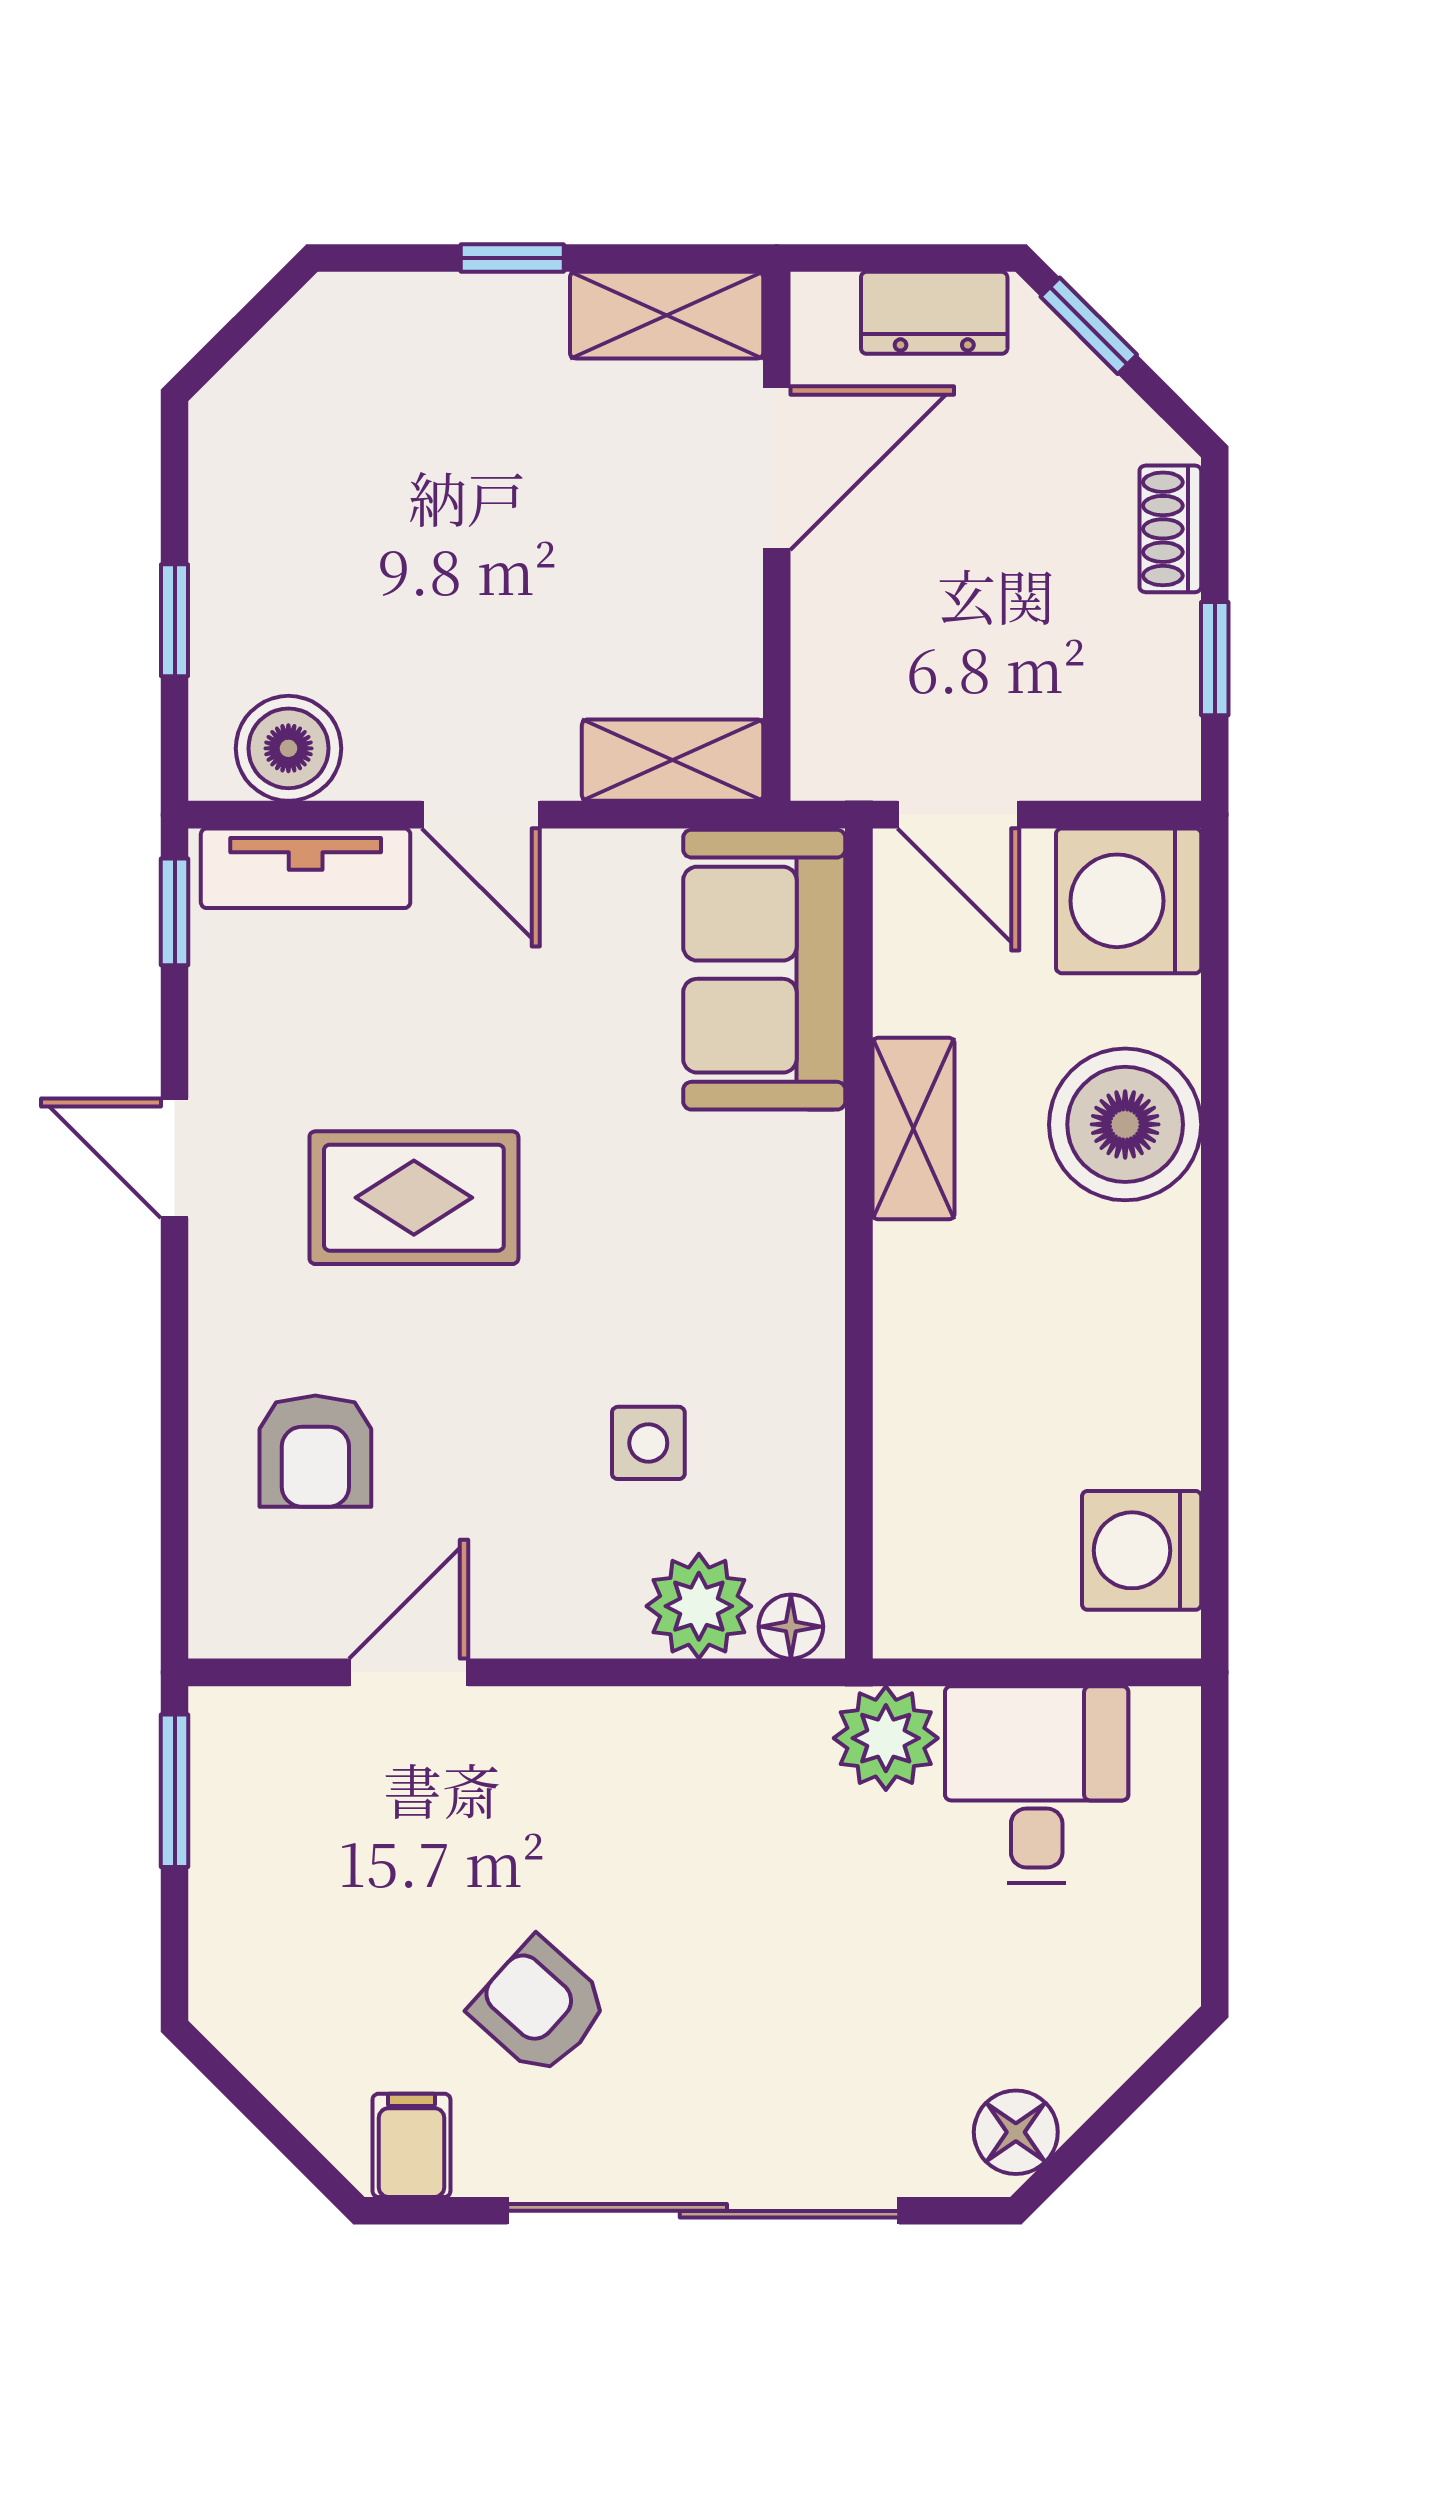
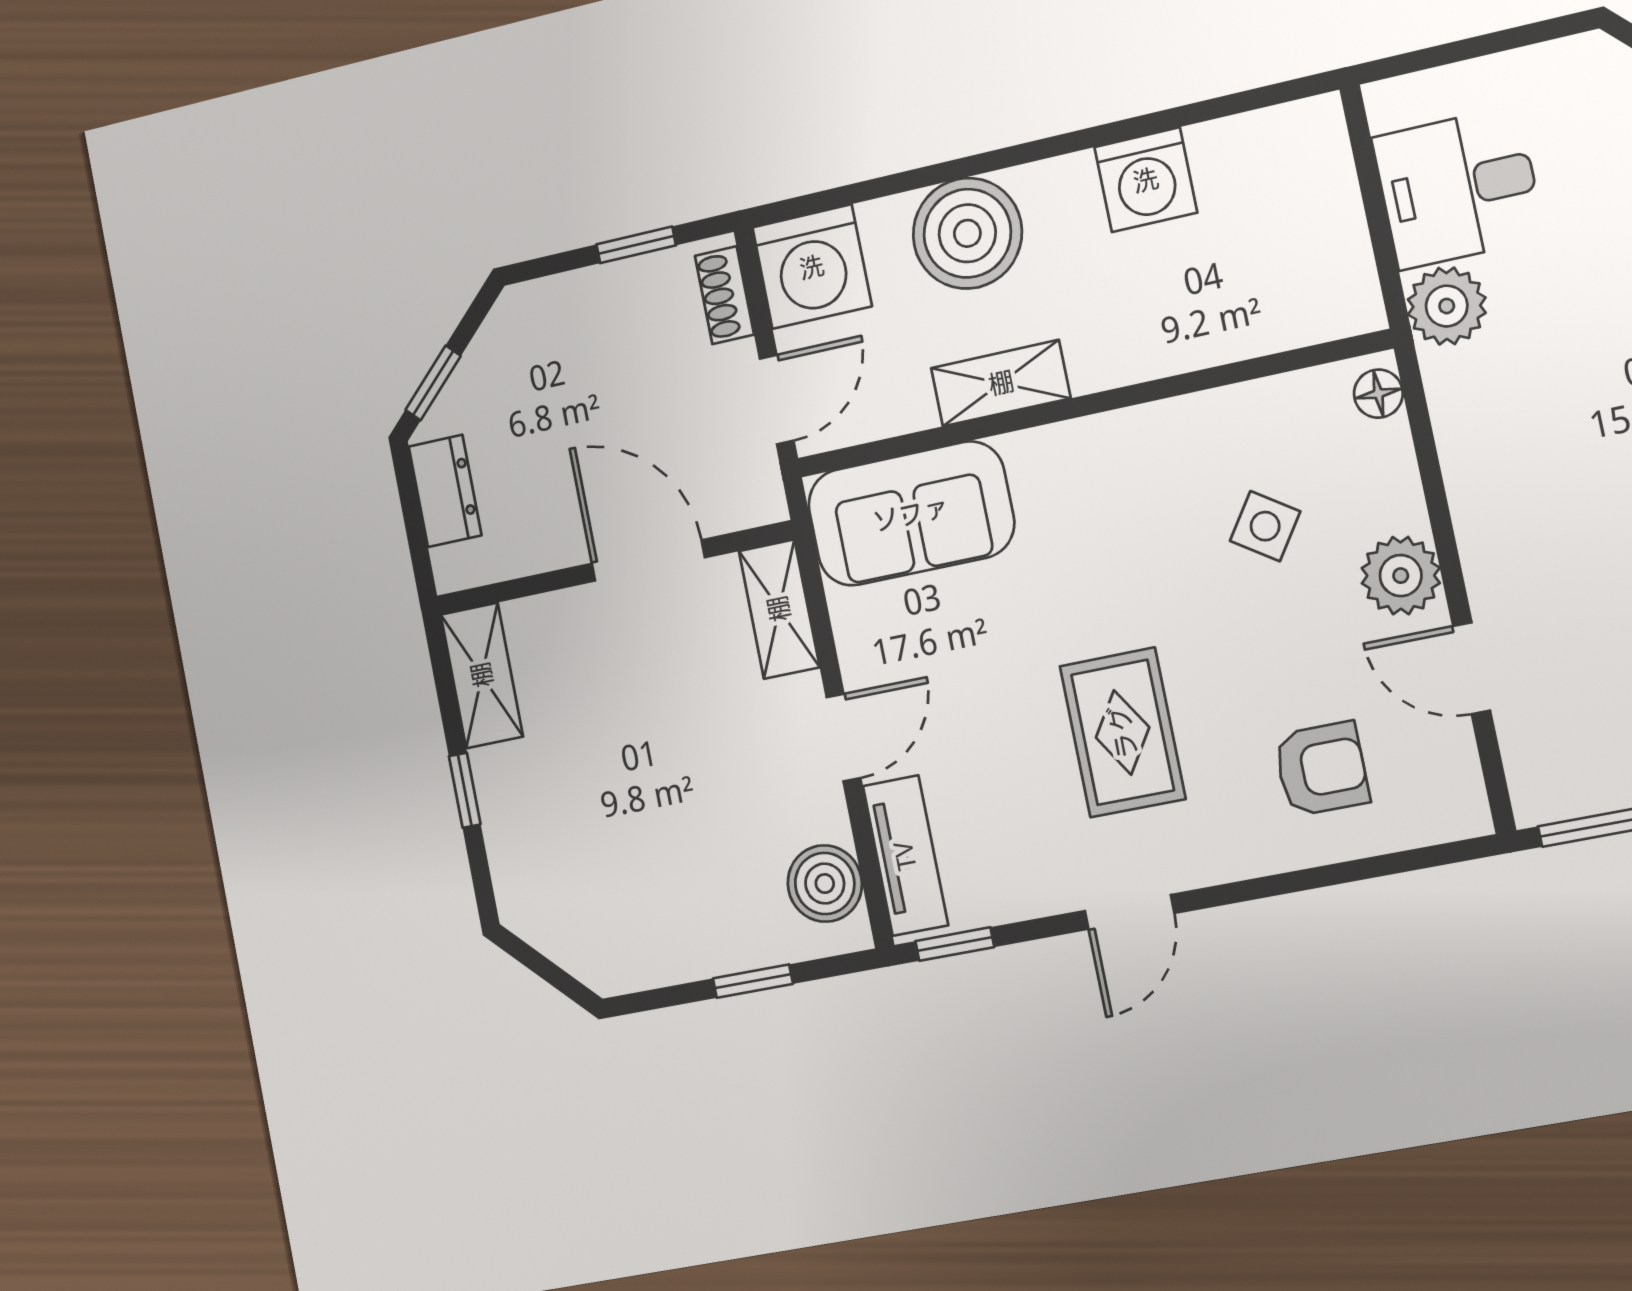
door: (777, 468) -> (648, 561), moved
shoe rack: (1170, 529) -> (724, 295), moved, turned 90
side table: (648, 1443) -> (1265, 526), turned 34
washing machine: (1142, 1550) -> (1146, 180), moved
plant: (699, 1606) -> (1401, 576), moved

